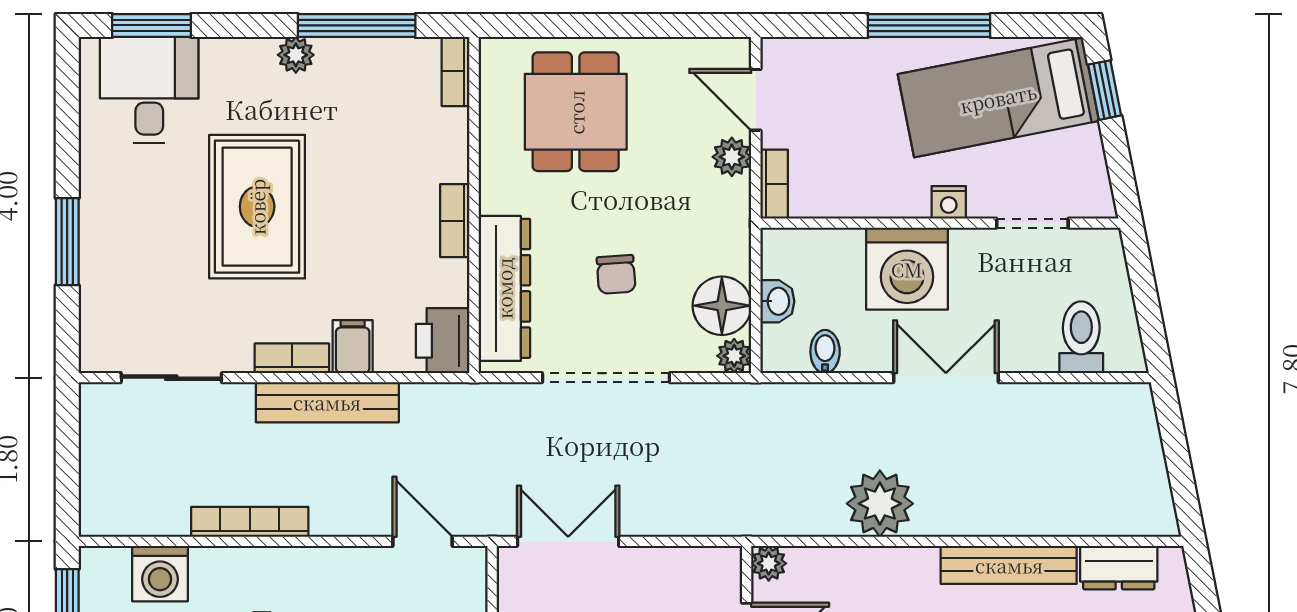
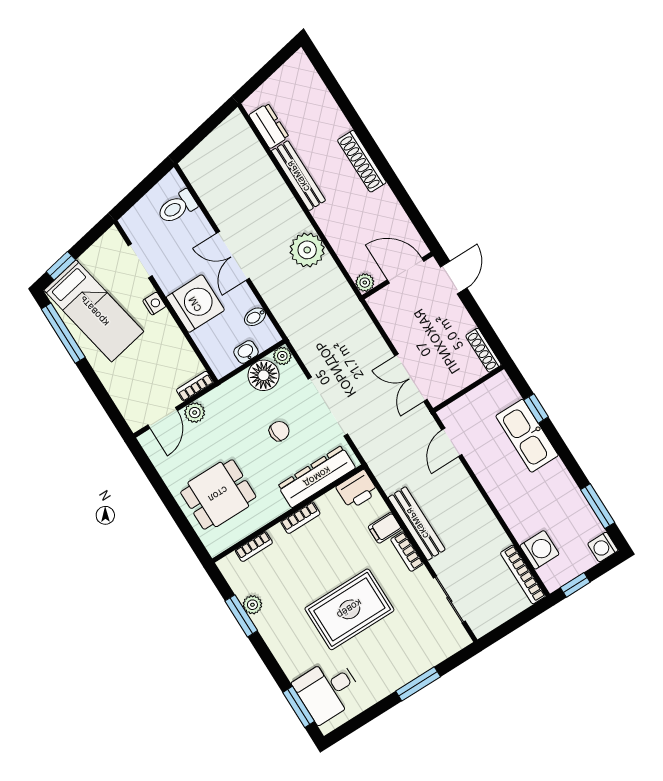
window: (357, 25) -> (241, 616), width x0.69
window: (929, 25) -> (63, 333), moved
plant: (296, 55) -> (252, 605), moved
bookcase: (456, 71) -> (254, 547), moved
bookcase: (250, 522) -> (523, 575), moved

